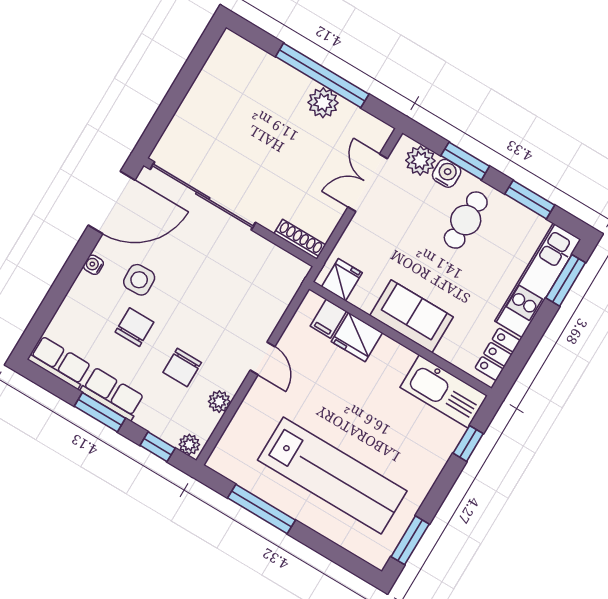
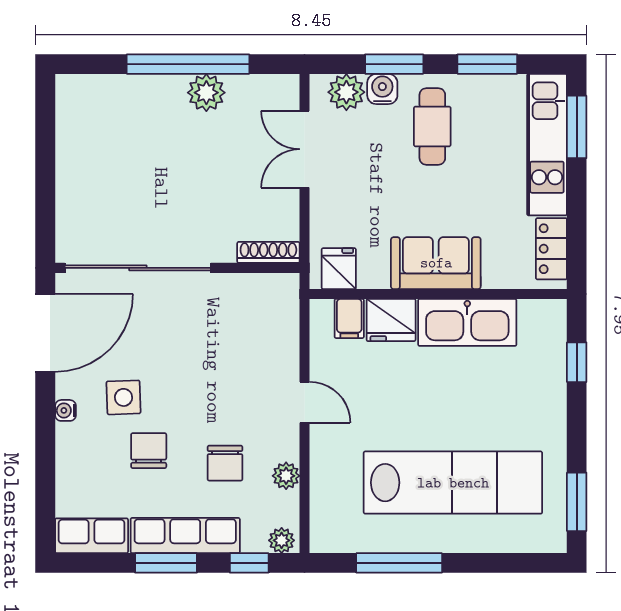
kitchen sink: (444, 391) -> (467, 322), moved
row of seats: (112, 394) -> (185, 536), width x1.48

